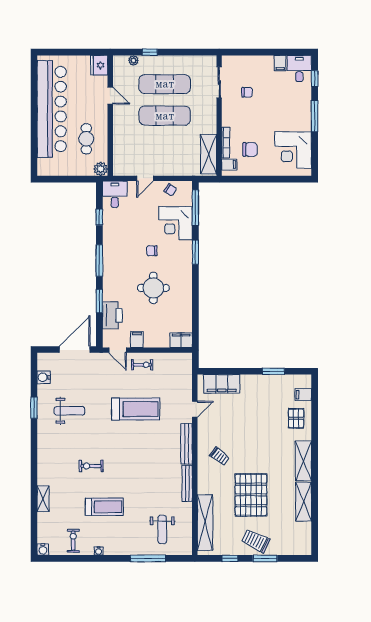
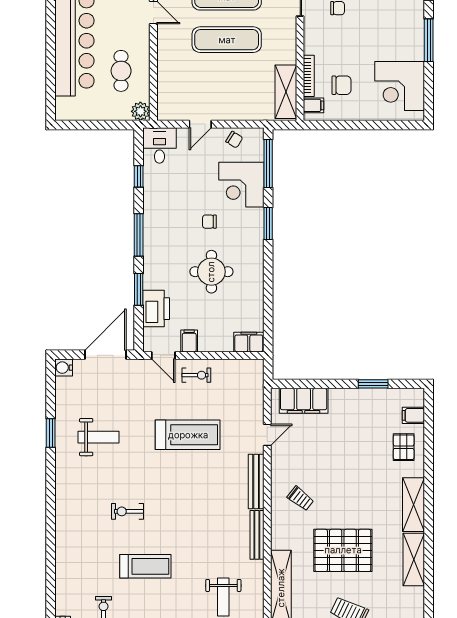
water cooler: (44, 377) -> (64, 368), moved
pallet: (251, 495) -> (343, 550), turned 90
shelving: (43, 499) -> (63, 555), removed

